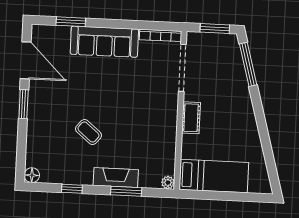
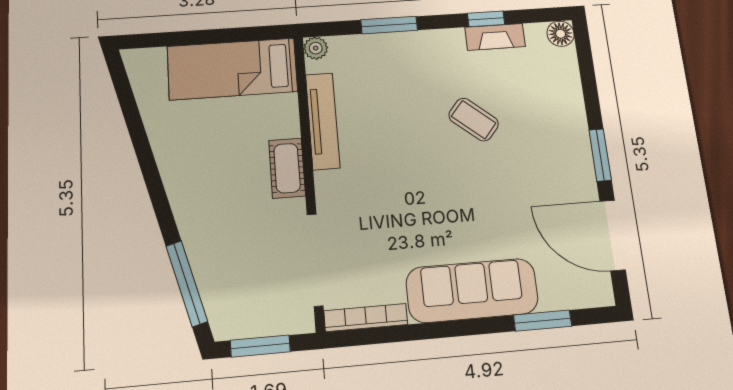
tv unit: (169, 141) -> (323, 121), added
fireplace: (116, 178) -> (495, 37), moved, width x0.73, depth x0.76

